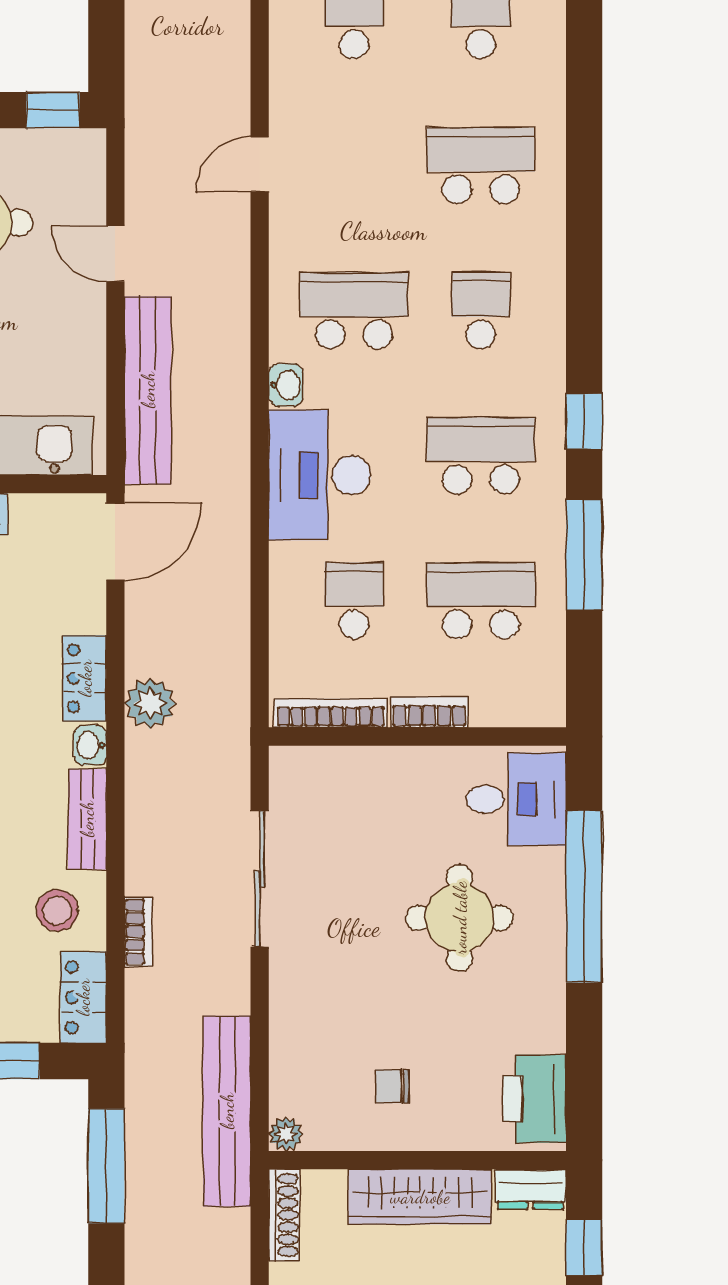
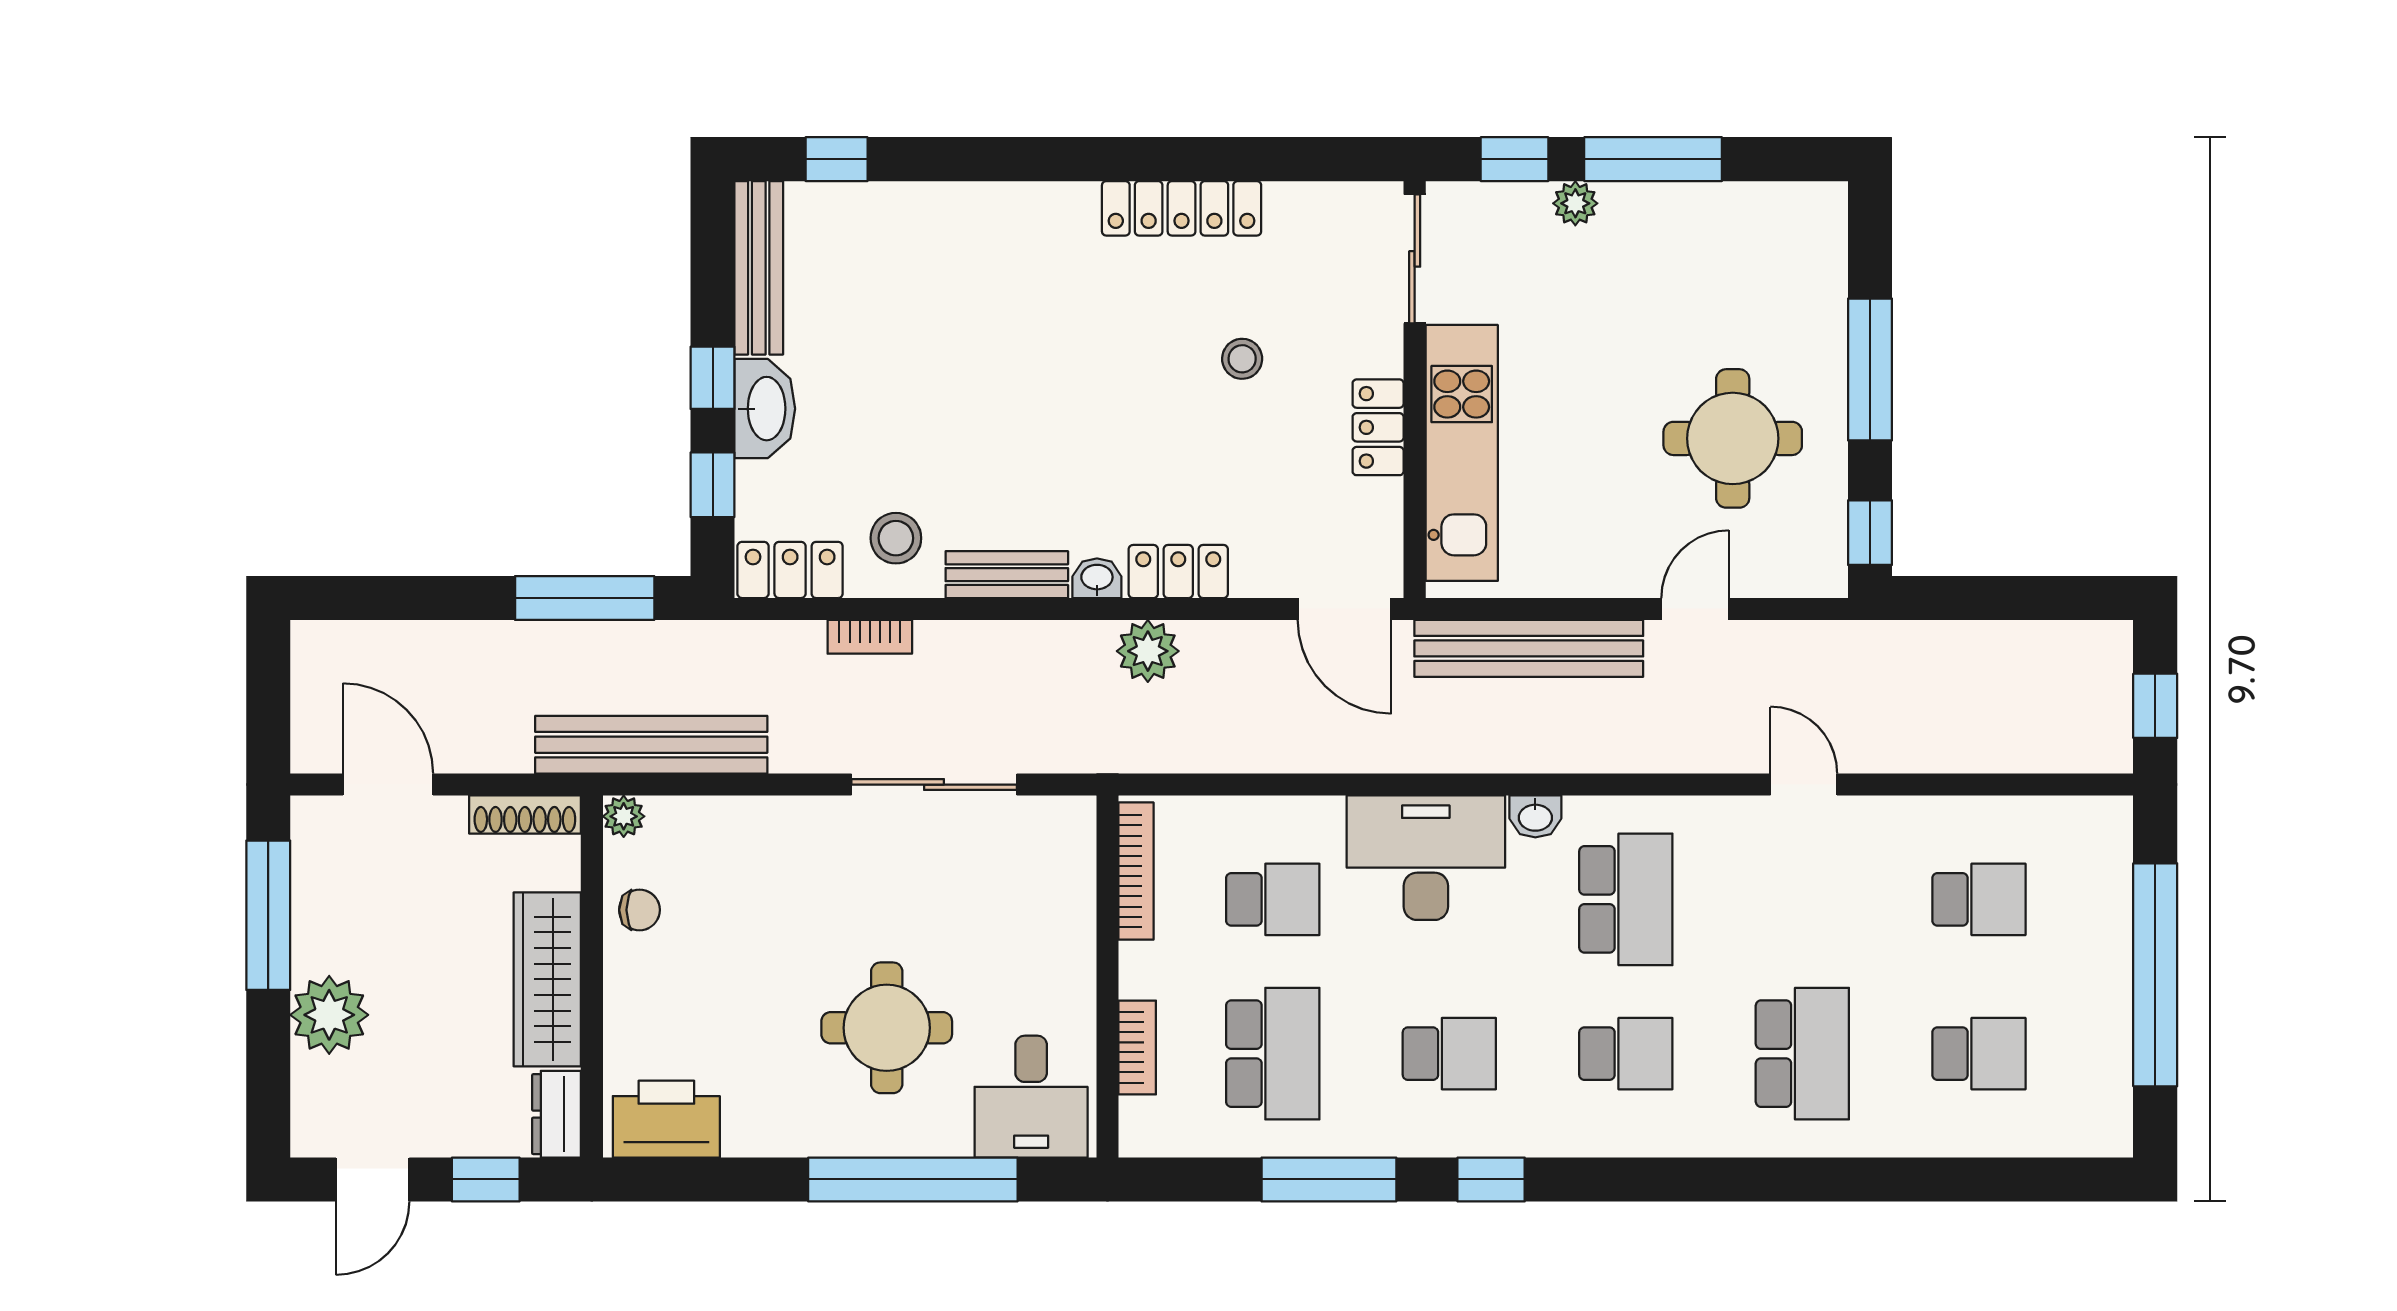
school desk: (481, 456) -> (1449, 1054), width x0.54
bookcase: (429, 712) -> (1137, 1047), moved
chair: (392, 1086) -> (639, 910), moved, turned 90

